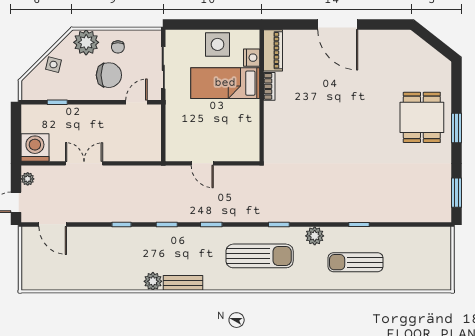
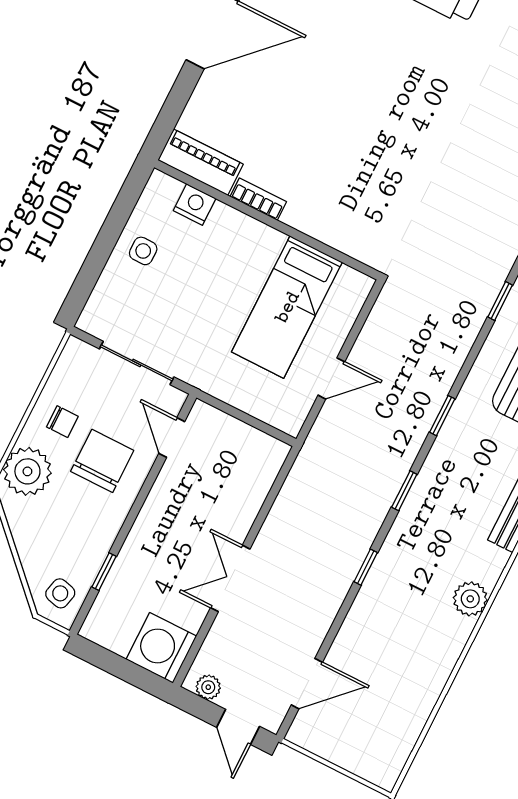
side table: (218, 44) -> (143, 251), width x0.54, depth x0.54
side table: (53, 65) -> (60, 593), moved
bed: (225, 83) -> (287, 307), moved
plant: (153, 281) -> (470, 599), moved

